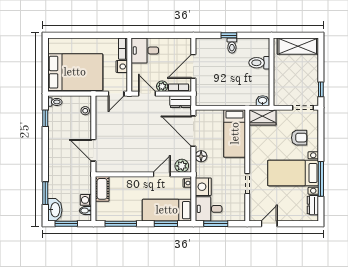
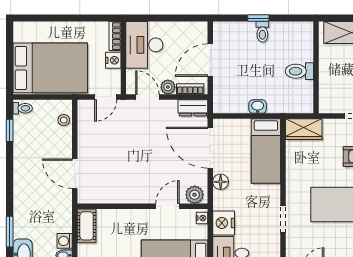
desk: (145, 50) -> (144, 45), width x1.37
toilet: (259, 63) -> (299, 71), moved
washbasin: (263, 101) -> (258, 107), moved

